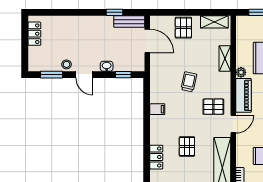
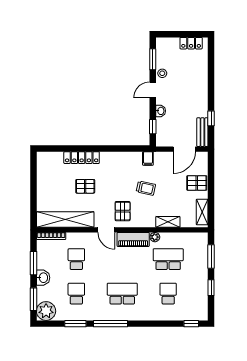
filing cabinet: (157, 109) -> (148, 158), moved
locker: (156, 157) -> (82, 158), width x1.53

